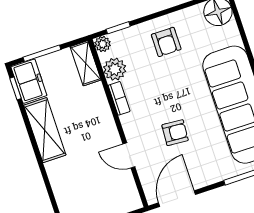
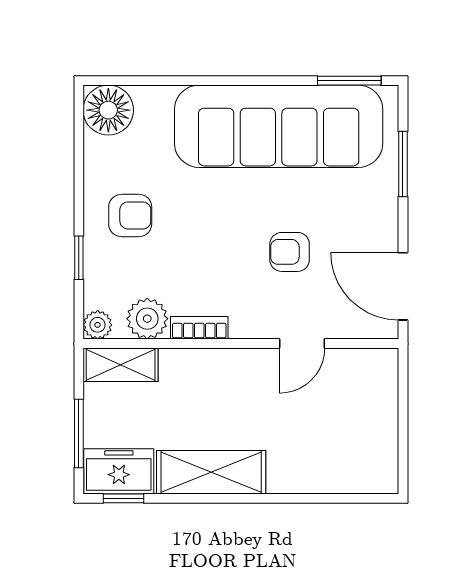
window: (118, 28) -> (79, 258), moved
armchair: (175, 133) -> (290, 252), turned -94

